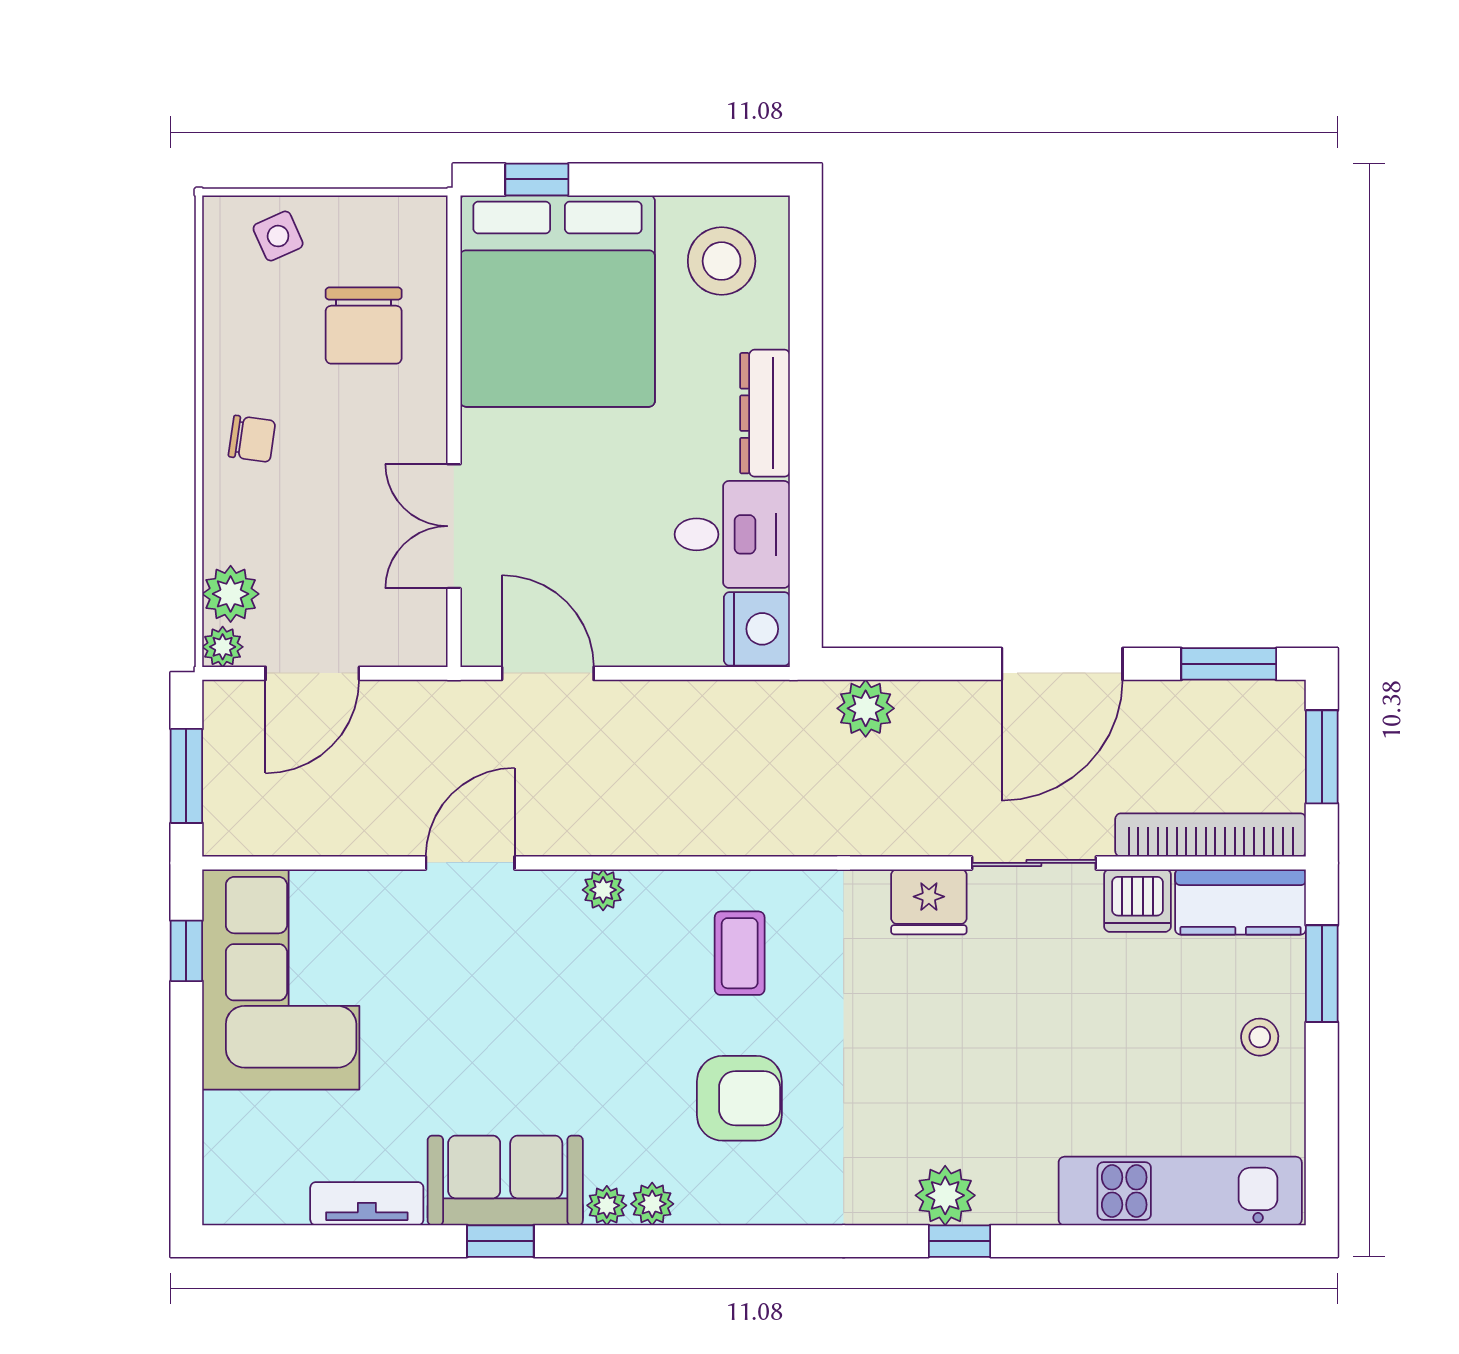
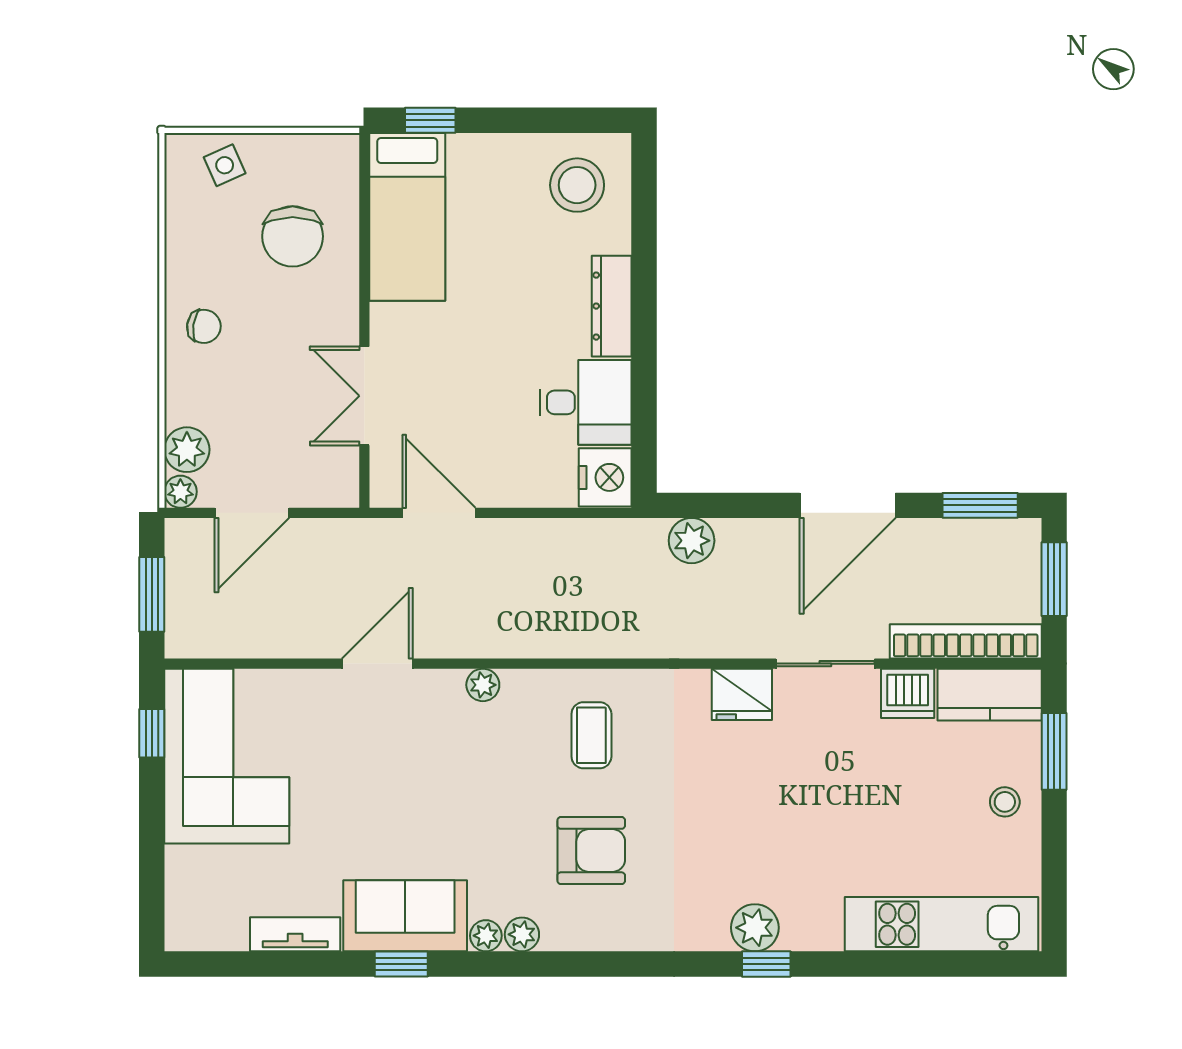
bed: (558, 301) -> (407, 217), width x0.49

